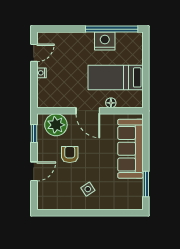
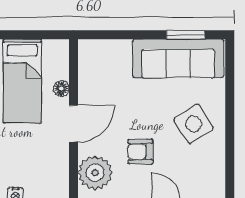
sofa: (130, 149) -> (178, 59), moved
side table: (88, 189) -> (194, 124), width x1.87, depth x1.87

